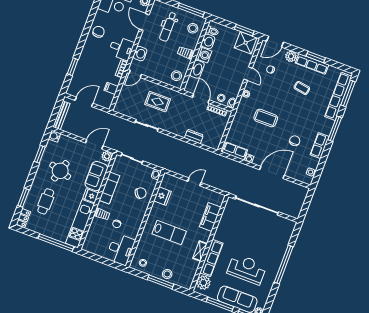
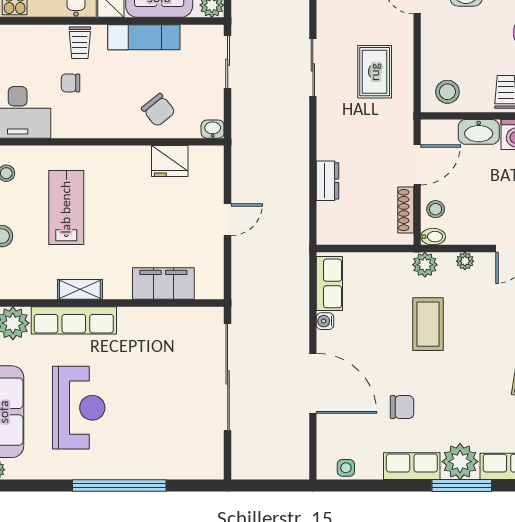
plant: (242, 110) -> (425, 265), added
plant: (325, 126) -> (460, 462), added
door: (194, 182) -> (228, 220), hinge flipped
lab bench: (169, 232) -> (66, 207), moved, turned 180

